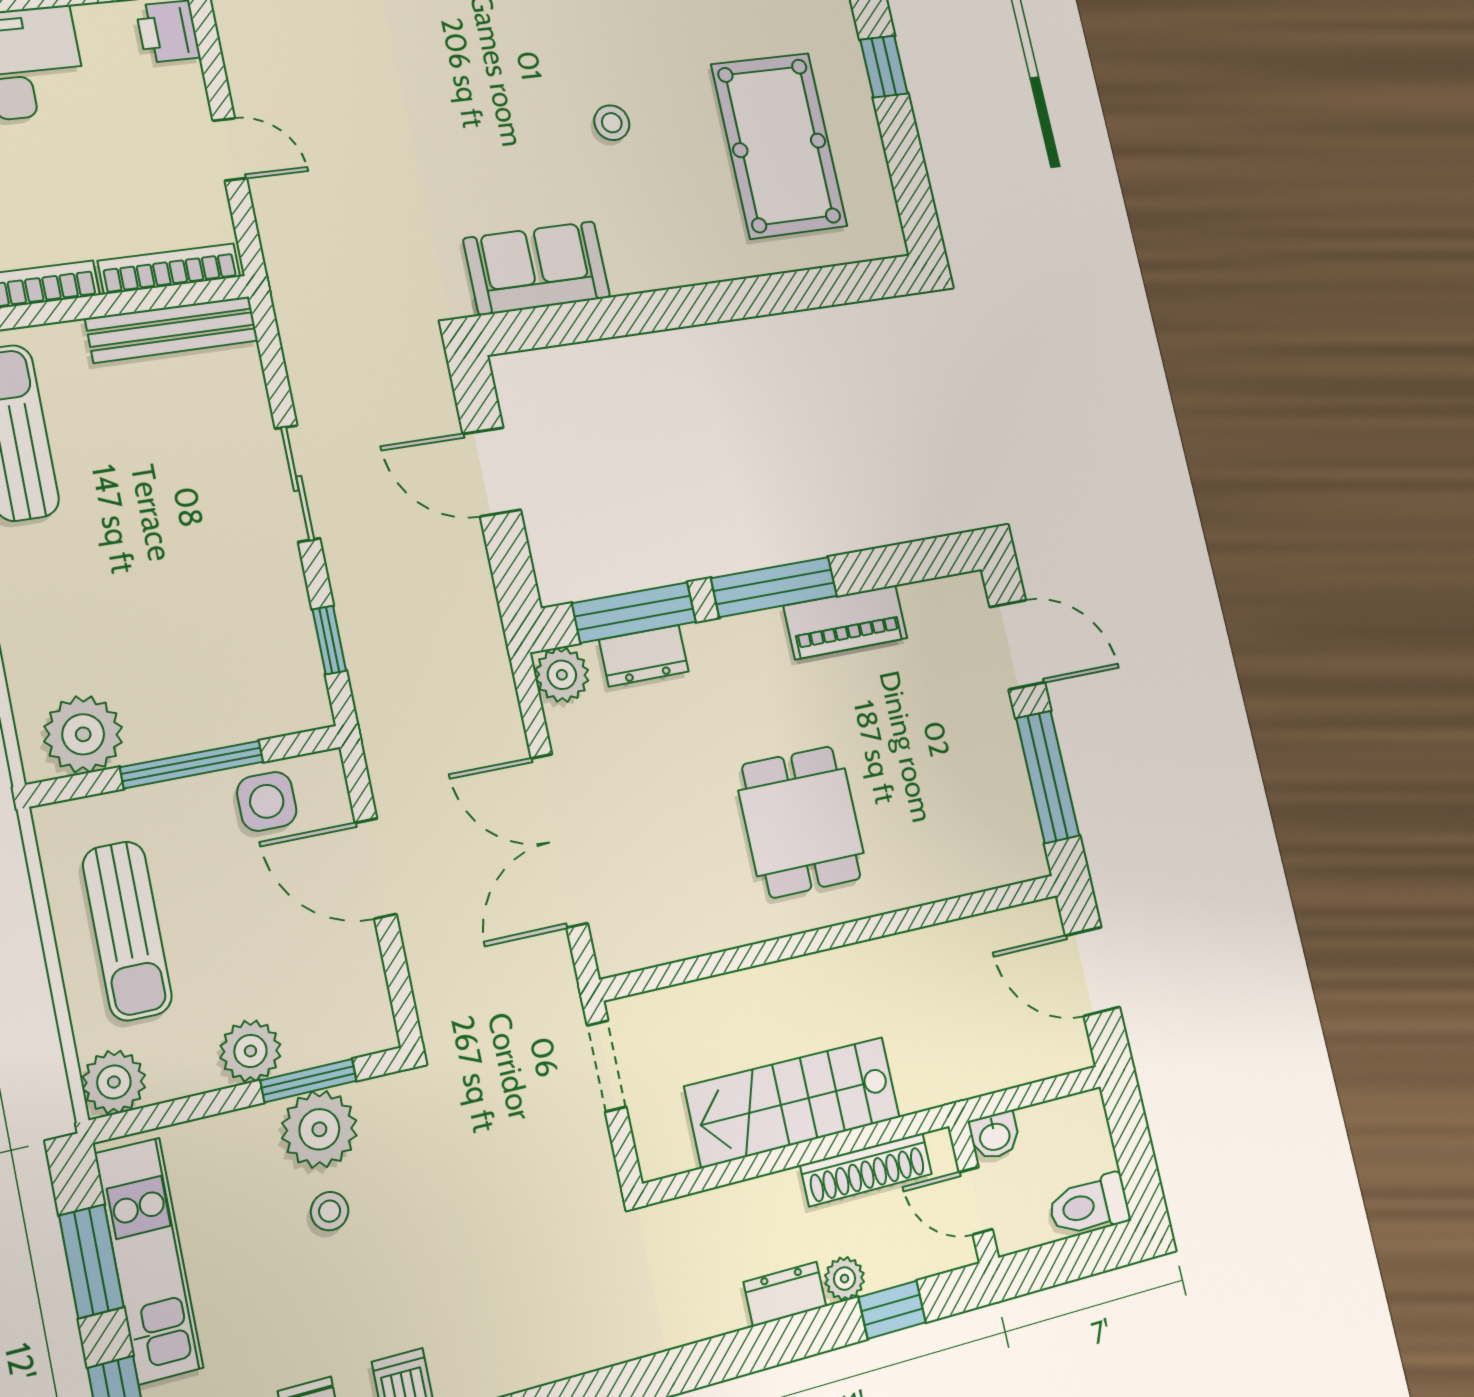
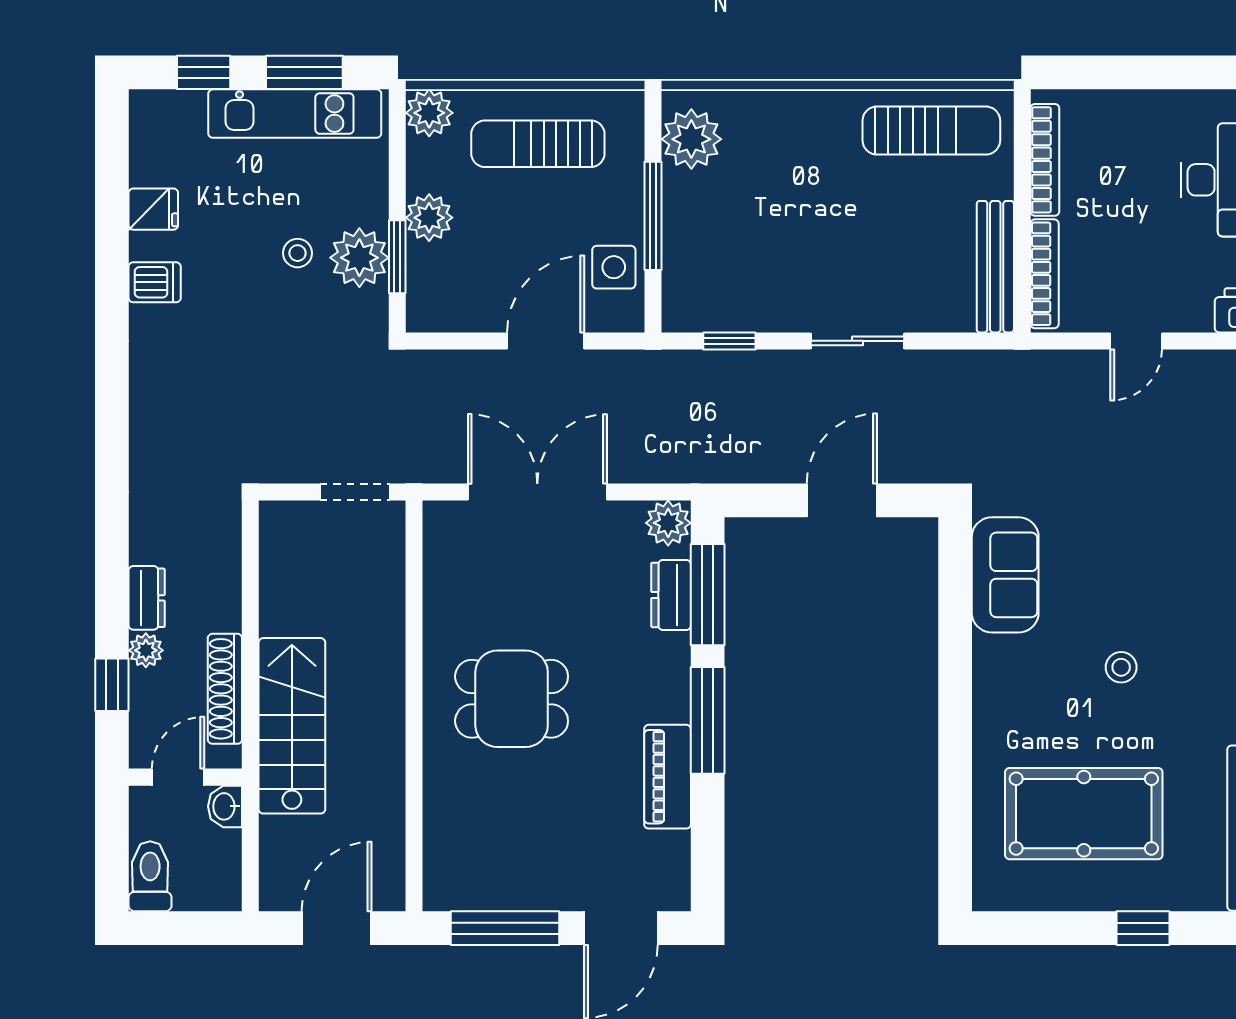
stairs: (793, 1102) -> (292, 726), moved

